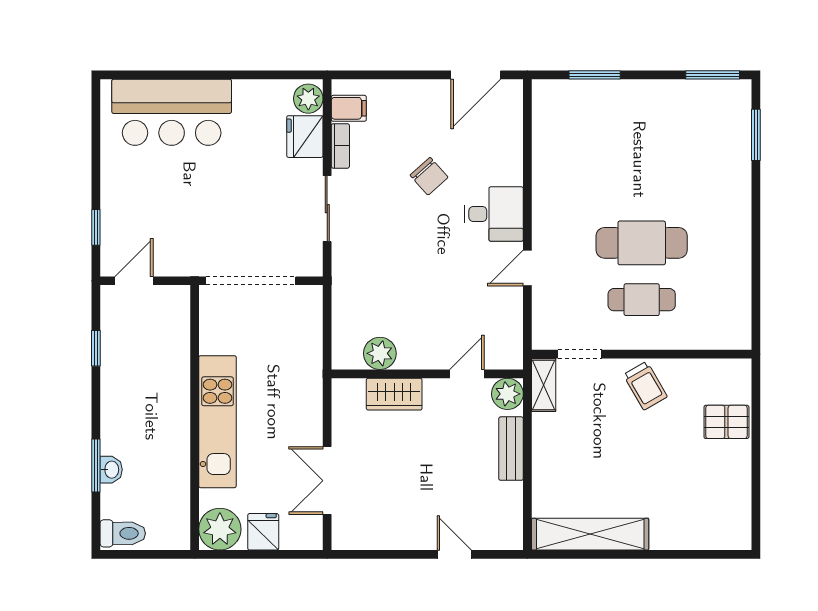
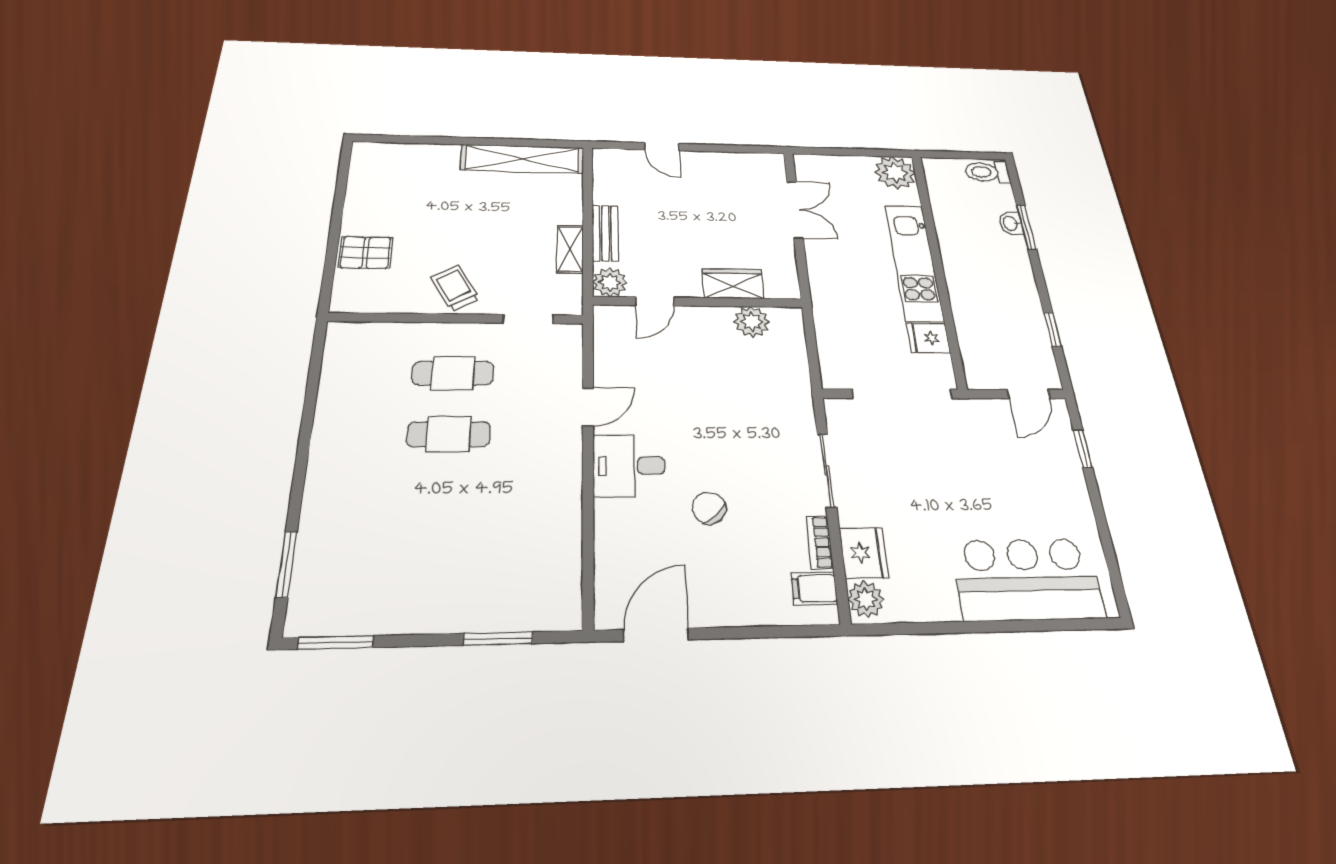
cafe table: (642, 243) -> (449, 434), width x0.73, depth x0.74
shelving: (544, 385) -> (570, 249), moved
fridge: (263, 532) -> (928, 338), moved, turned 90

